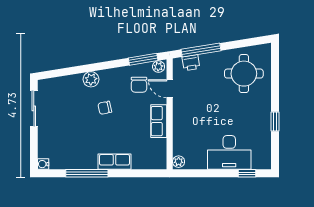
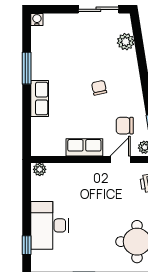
plant: (91, 79) -> (126, 42), moved
window: (87, 173) -> (27, 68), width x0.69

